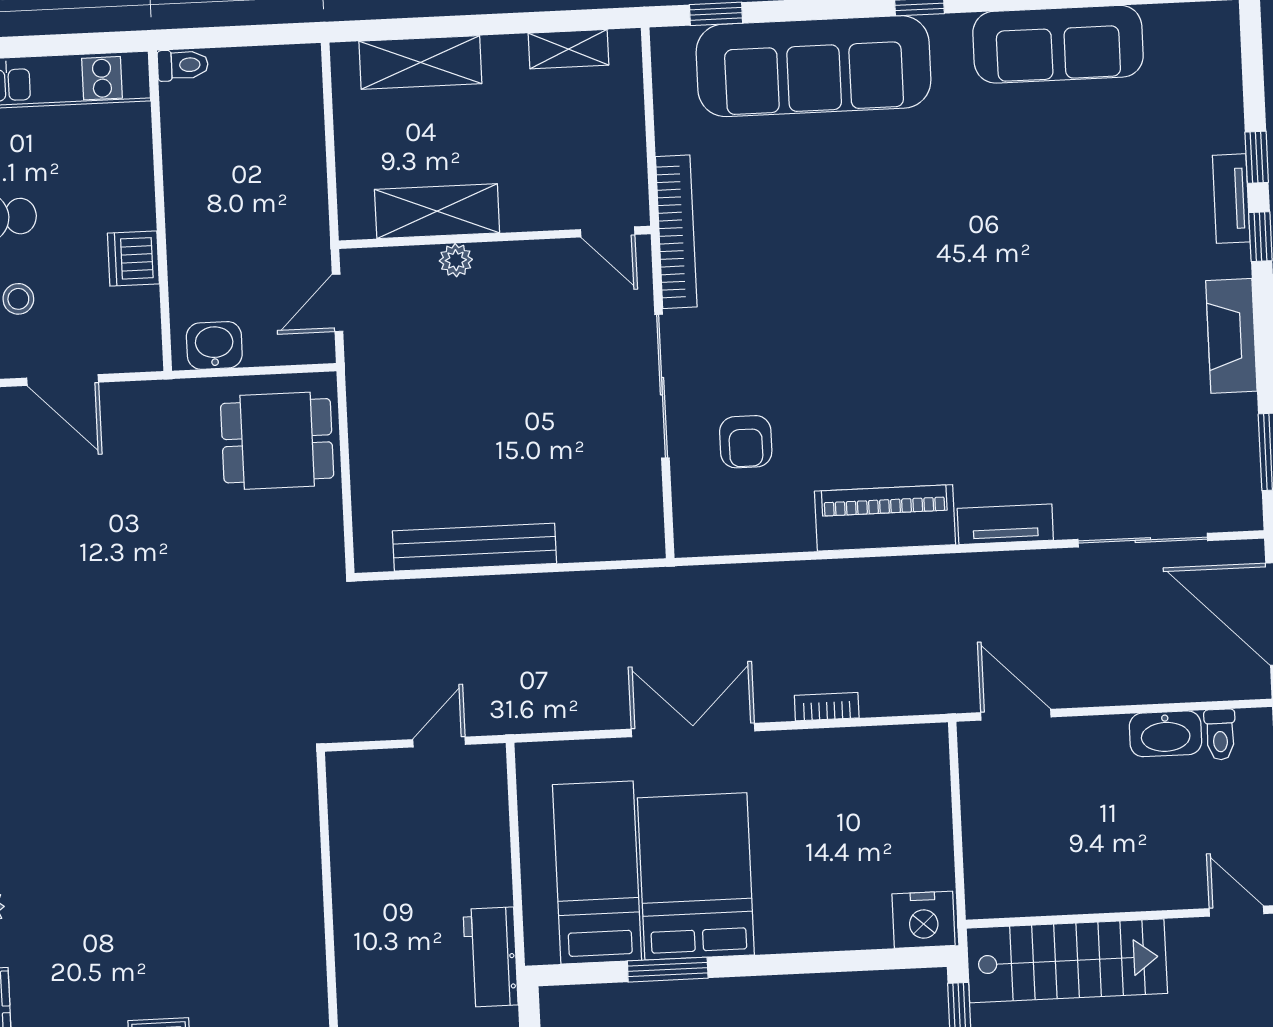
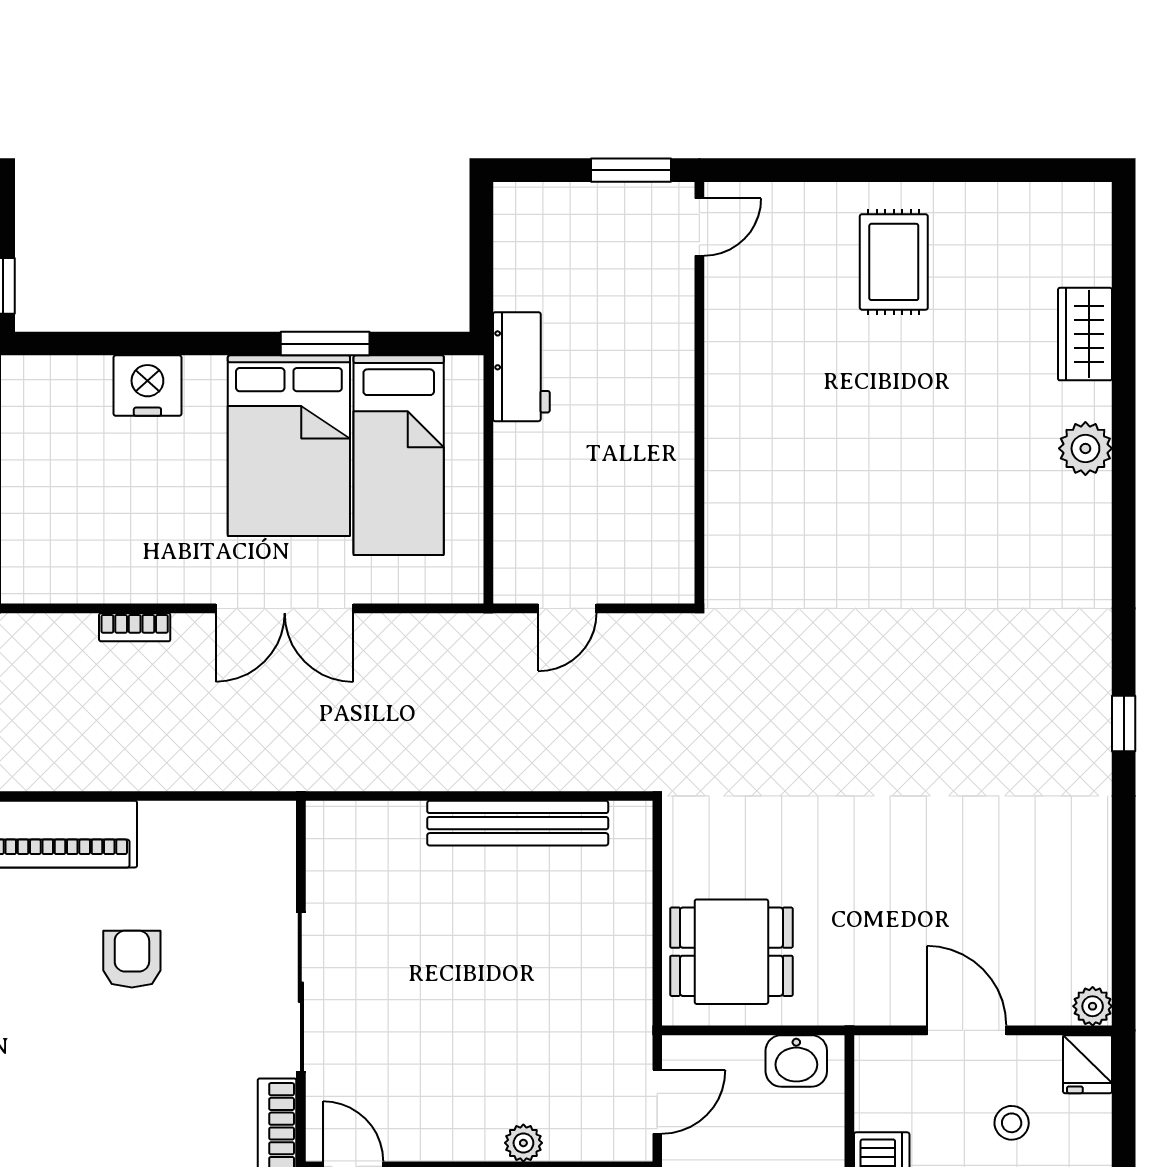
armchair: (746, 442) -> (132, 959), moved
nightstand: (923, 920) -> (147, 386), moved

